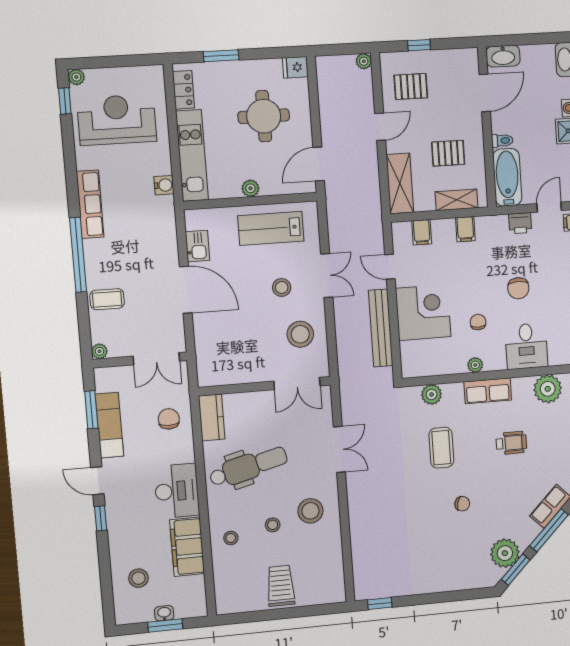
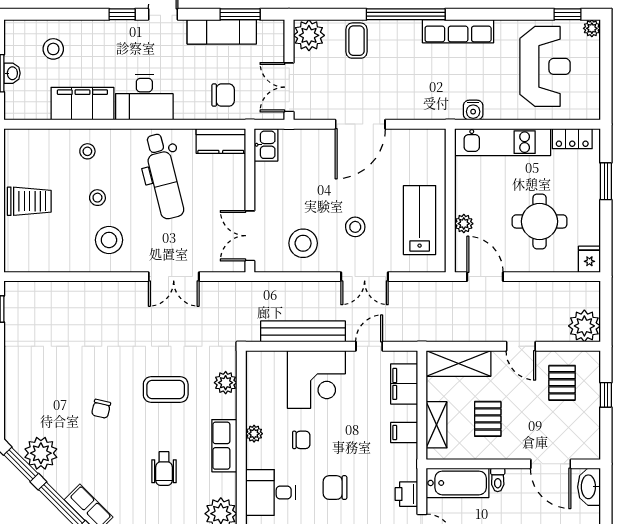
plant: (364, 61) -> (584, 326), width x1.88, depth x1.88
plant: (250, 188) -> (464, 224), moved
filing cabinet: (422, 232) -> (404, 384), width x2.00
kitchen sink: (197, 246) -> (266, 145), moved, turned -90
plant: (99, 351) -> (309, 35), width x1.87, depth x1.87

